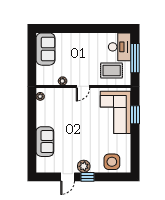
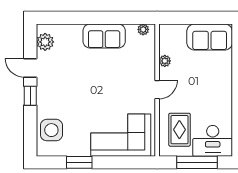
door: (83, 86) -> (157, 90), swing flipped
window: (135, 115) -> (79, 162), moved
sofa: (45, 142) -> (104, 36), moved
plant: (84, 166) -> (45, 42), moved

